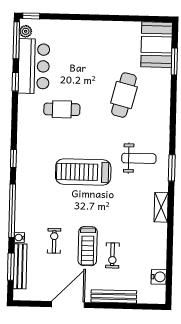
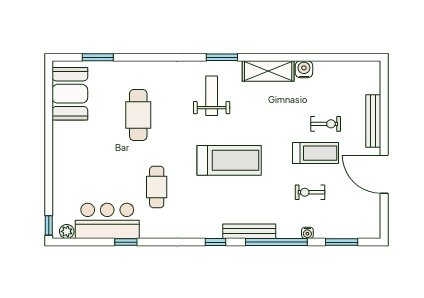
window: (16, 40) -> (77, 242), removed
booth: (157, 45) -> (70, 94), moved, turned 90
cafe table: (124, 95) -> (138, 115), turned 76
treadmill: (83, 172) -> (229, 160), turned -90
shelving: (161, 207) -> (268, 71), width x1.50, depth x1.33
bench: (20, 266) -> (249, 231), moved
water cooler: (159, 277) -> (304, 69), moved

